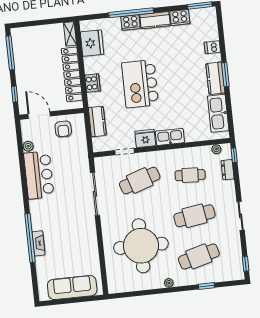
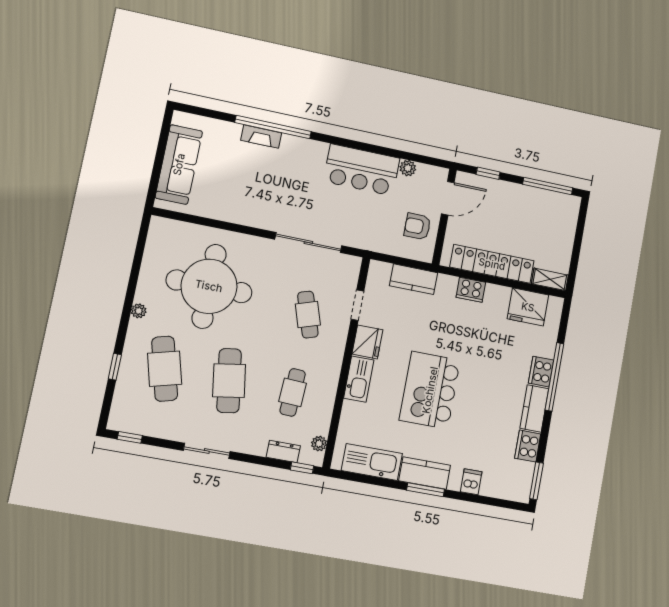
kitchen island: (140, 84) -> (430, 390), moved, turned -90
cafe table: (140, 180) -> (308, 315), width x0.73, depth x0.74

